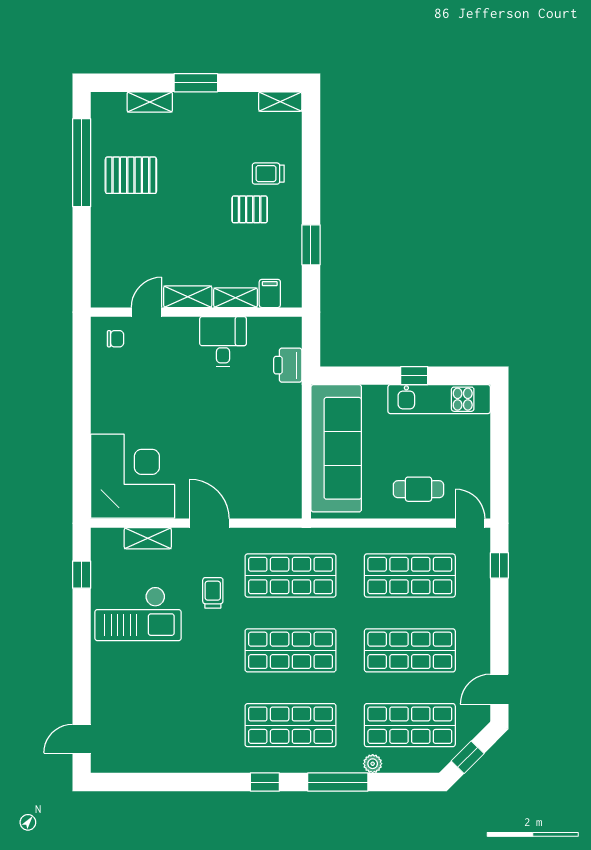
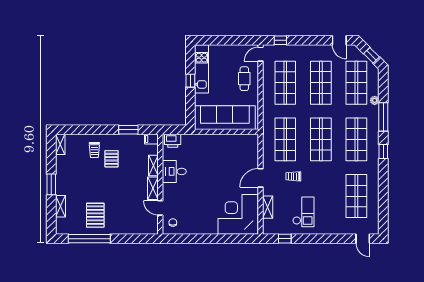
filing cabinet: (270, 293) -> (151, 139), moved
printer: (288, 365) -> (173, 141), moved
checkout: (138, 614) -> (303, 212), width x0.73, depth x0.83
shop shelf: (171, 725) -> (356, 196), added

